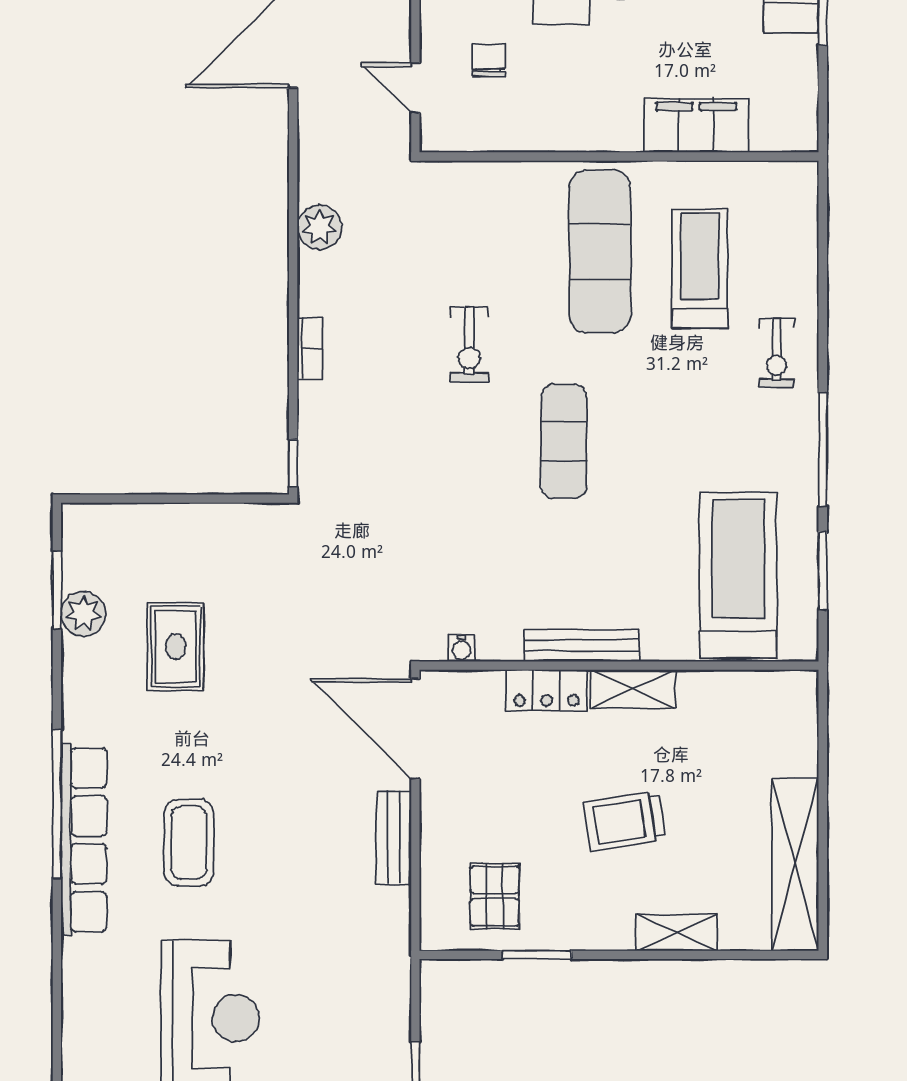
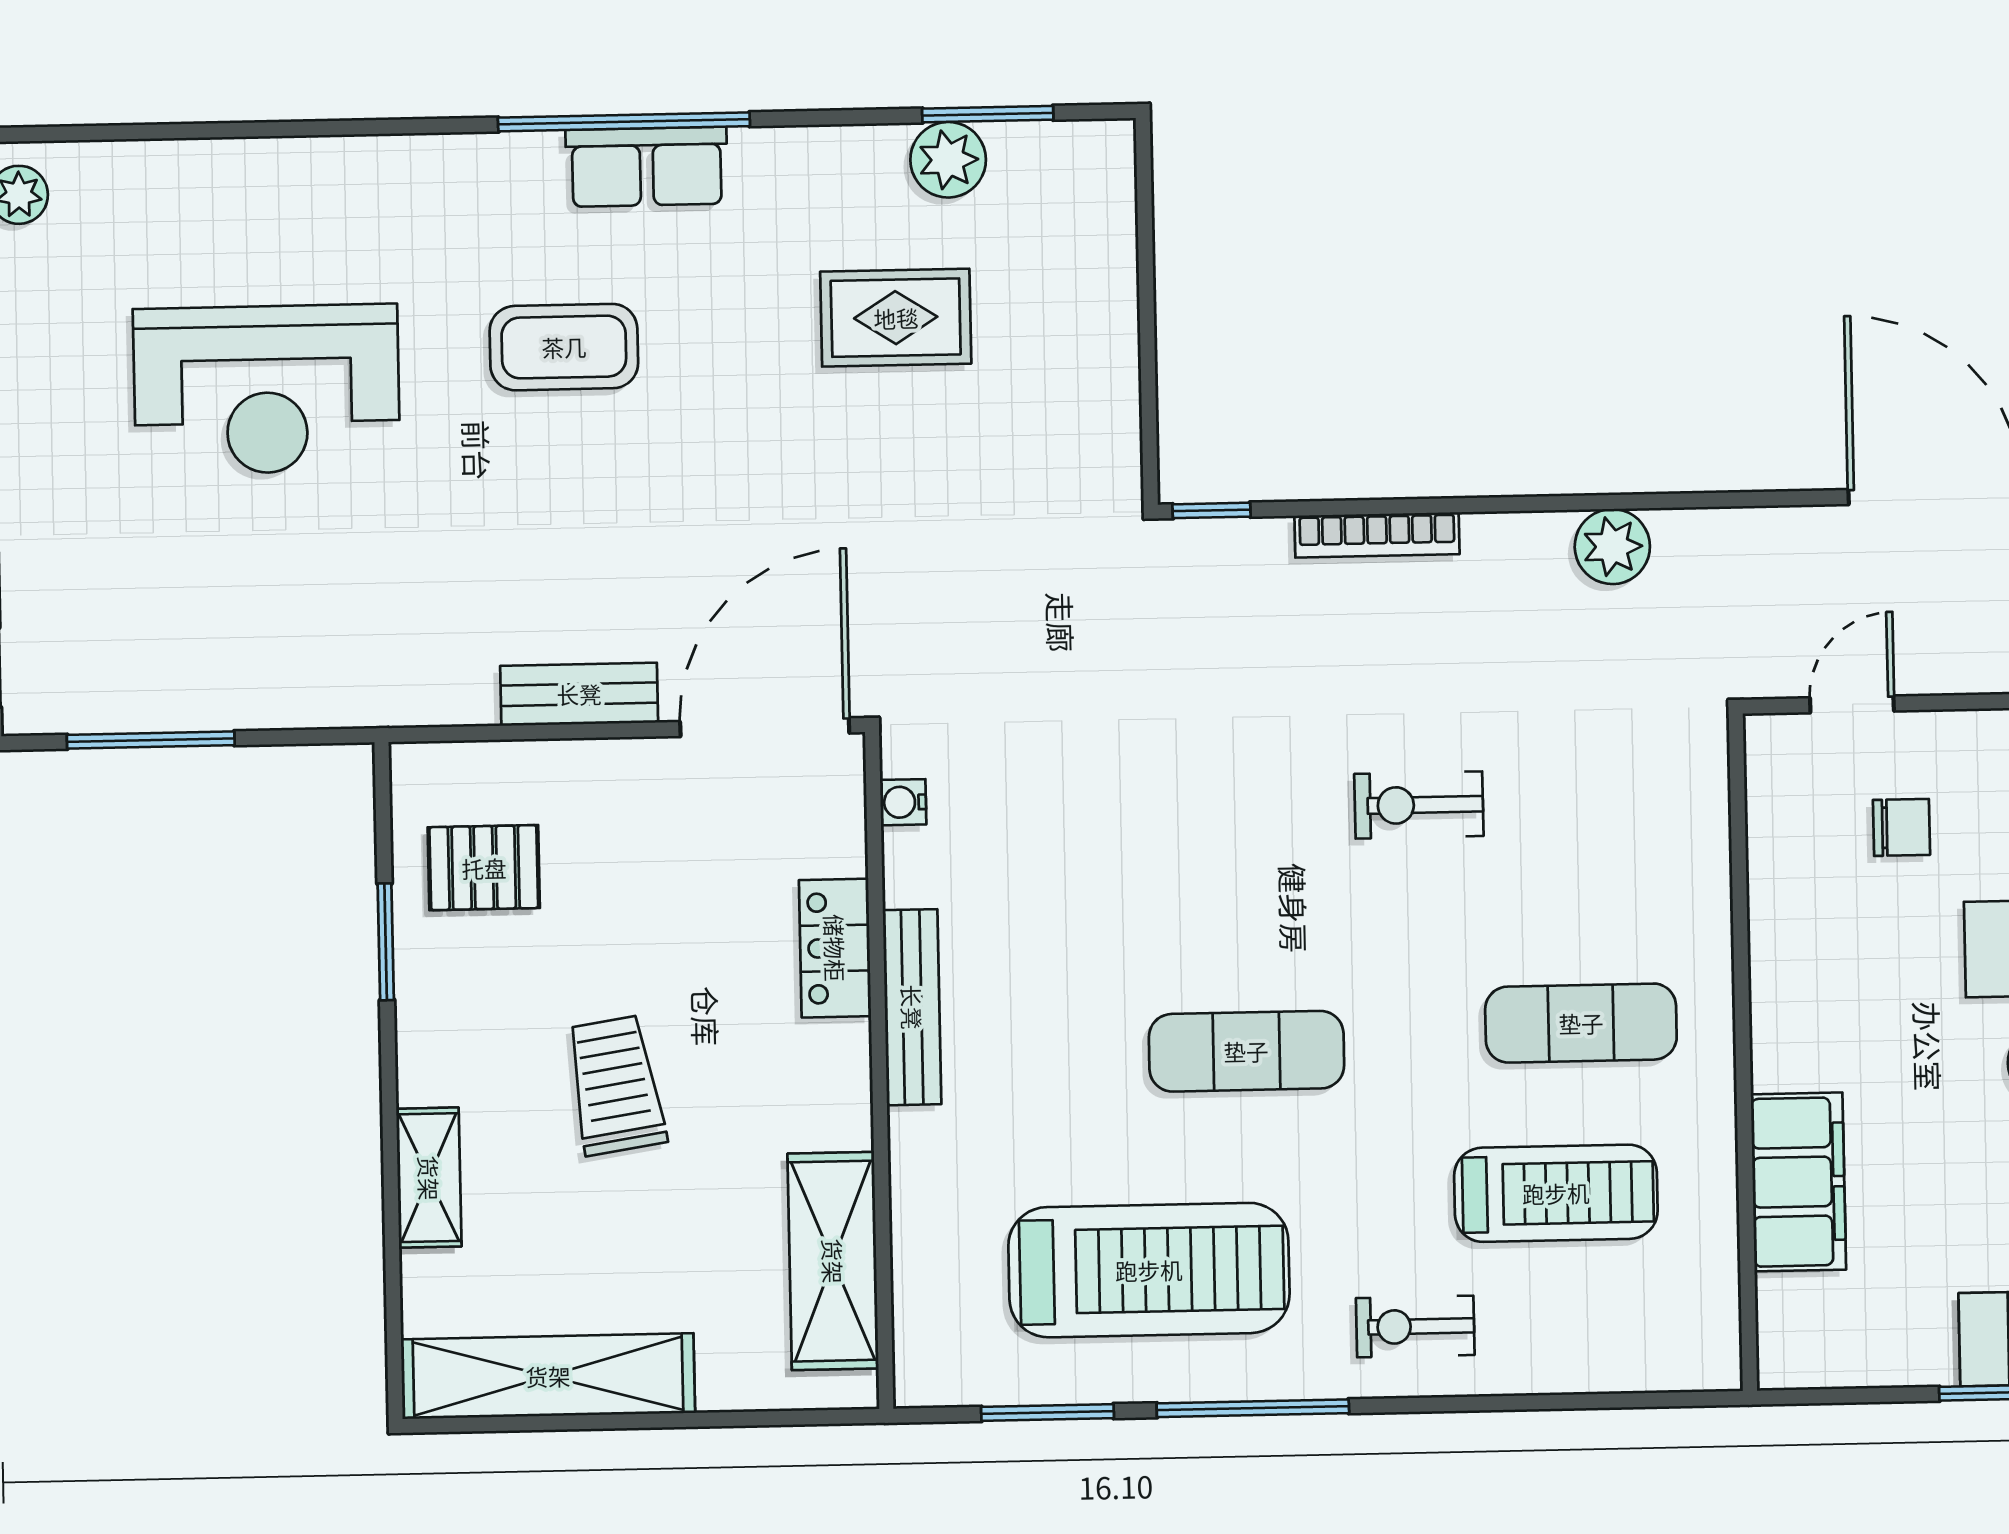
exercise mat: (600, 252) -> (1581, 1023), width x0.73, depth x0.69
bookcase: (310, 348) -> (1377, 535), width x1.56
exercise mat: (564, 441) -> (1246, 1051), moved
treadmill: (738, 575) -> (1149, 1270), moved
shelving: (633, 689) -> (833, 1261), moved, width x1.50, depth x1.33
row of seats: (84, 840) -> (647, 167), width x0.50

